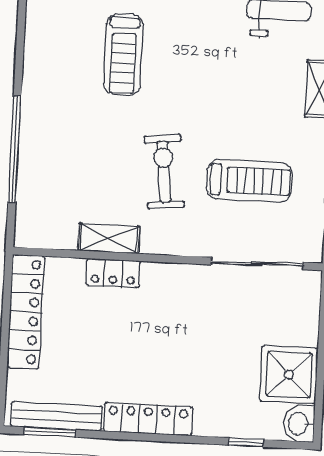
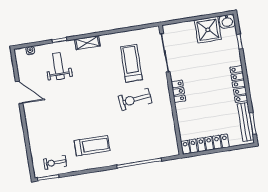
treadmill: (123, 54) -> (92, 146), moved
shelving: (109, 239) -> (168, 116), removed
locker: (113, 273) -> (178, 91), moved

